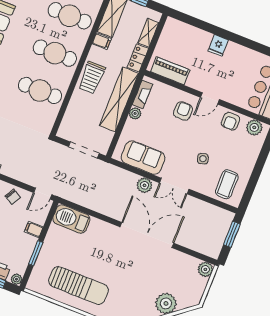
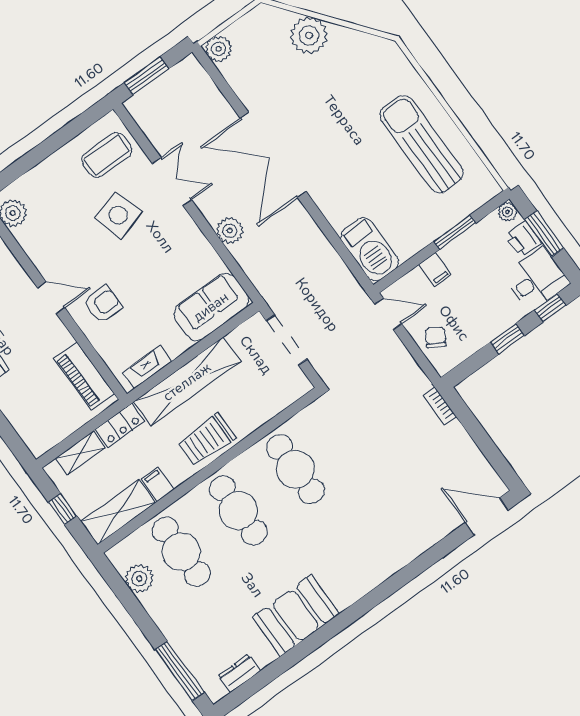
trolley: (92, 78) -> (207, 440), turned 180
armchair: (183, 111) -> (103, 304), turned 180
plant: (135, 113) -> (176, 346), removed
armchair: (231, 121) -> (42, 245), removed
sofa: (143, 158) -> (211, 307), moved, turned 90
side table: (203, 159) -> (118, 215), width x1.87, depth x1.87
double door: (174, 186) -> (172, 182), moved

